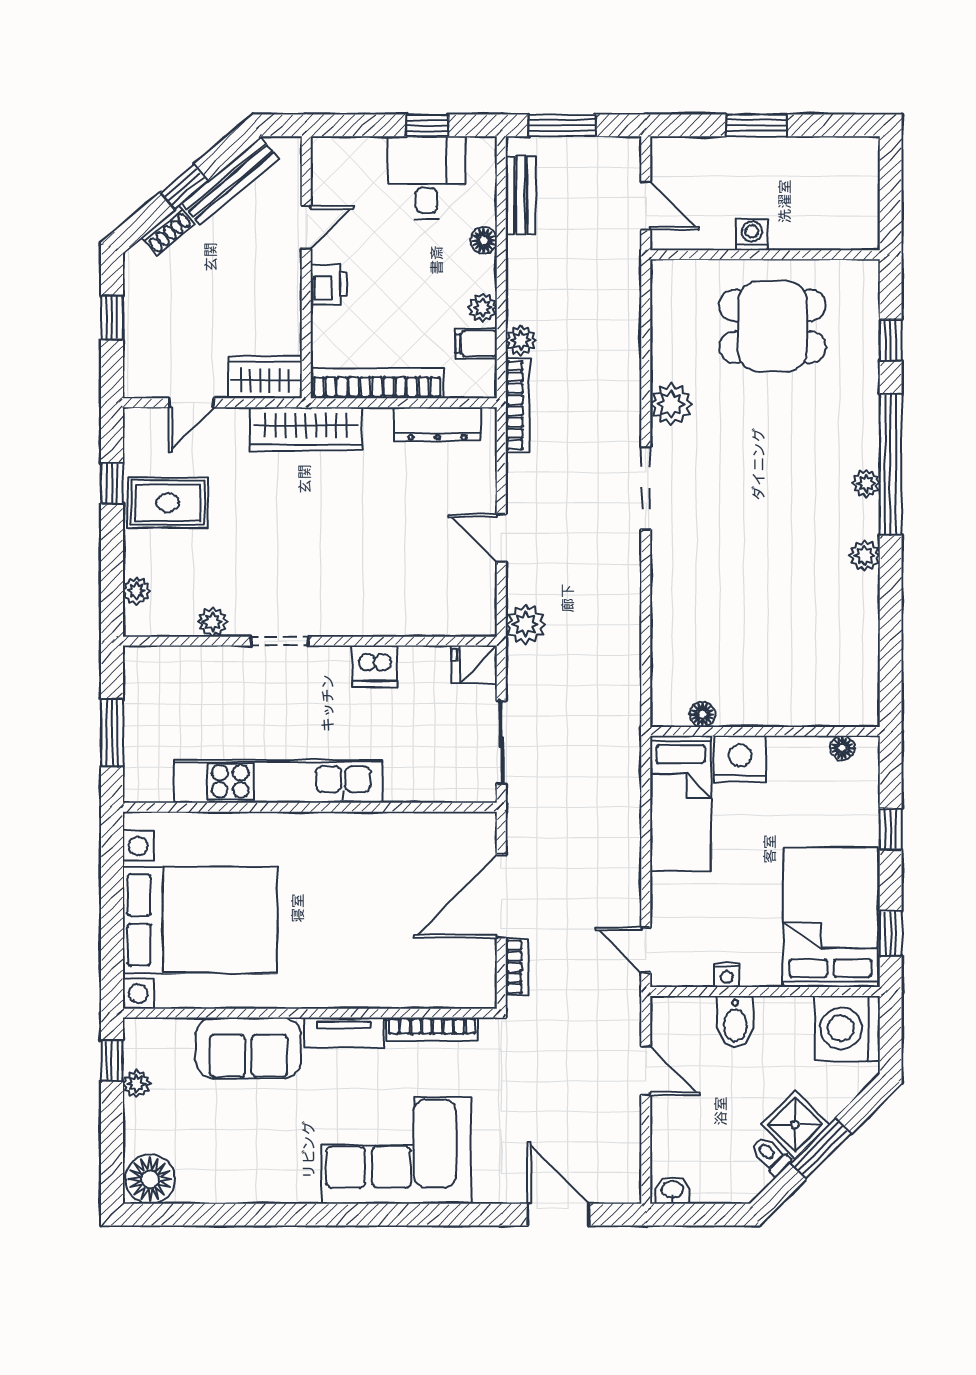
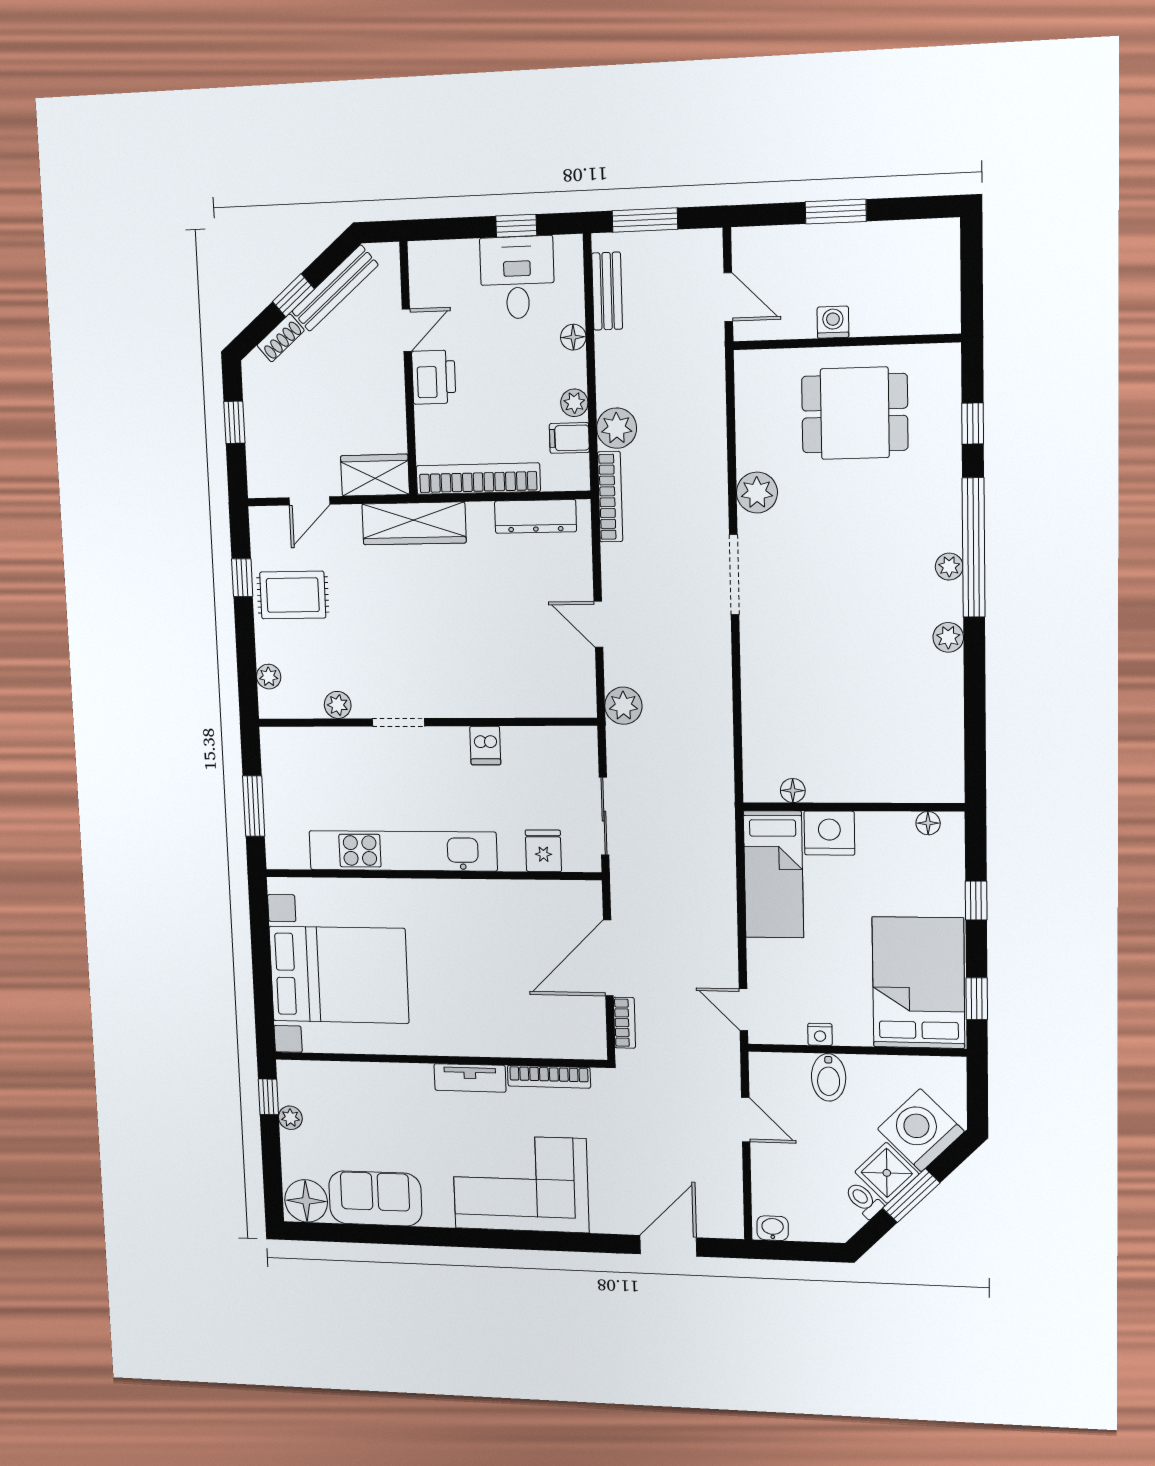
printer: (329, 284) -> (434, 377), width x1.36, depth x1.24
plant: (521, 340) -> (617, 428), width x1.38, depth x1.38
fridge: (474, 665) -> (543, 851), moved, turned 90
dishwasher: (374, 666) -> (485, 746), width x0.73
washing machine: (847, 1028) -> (921, 1130), moved, turned 45
sofa: (248, 1048) -> (375, 1198), moved, turned 180
door: (558, 1215) -> (668, 1246), hinge flipped

